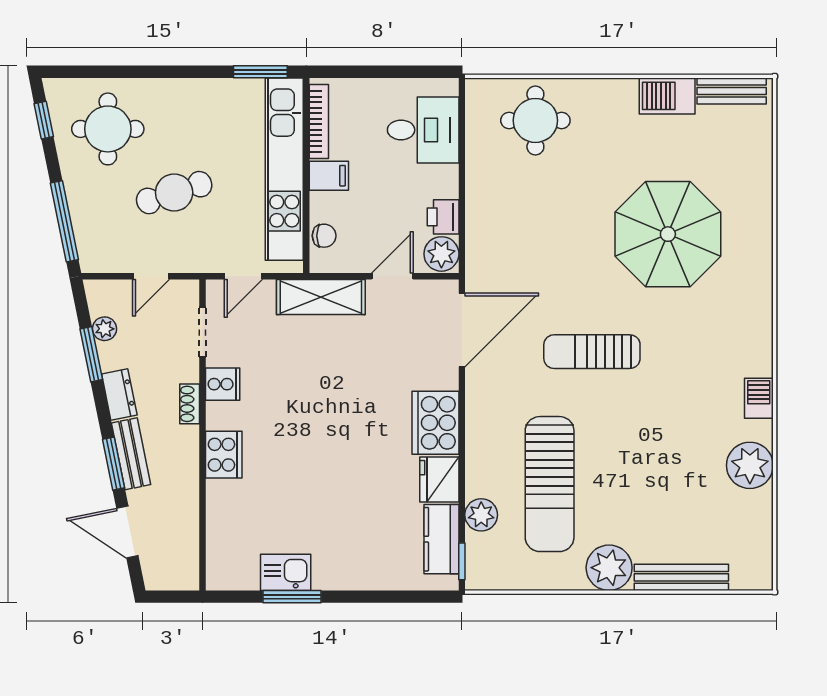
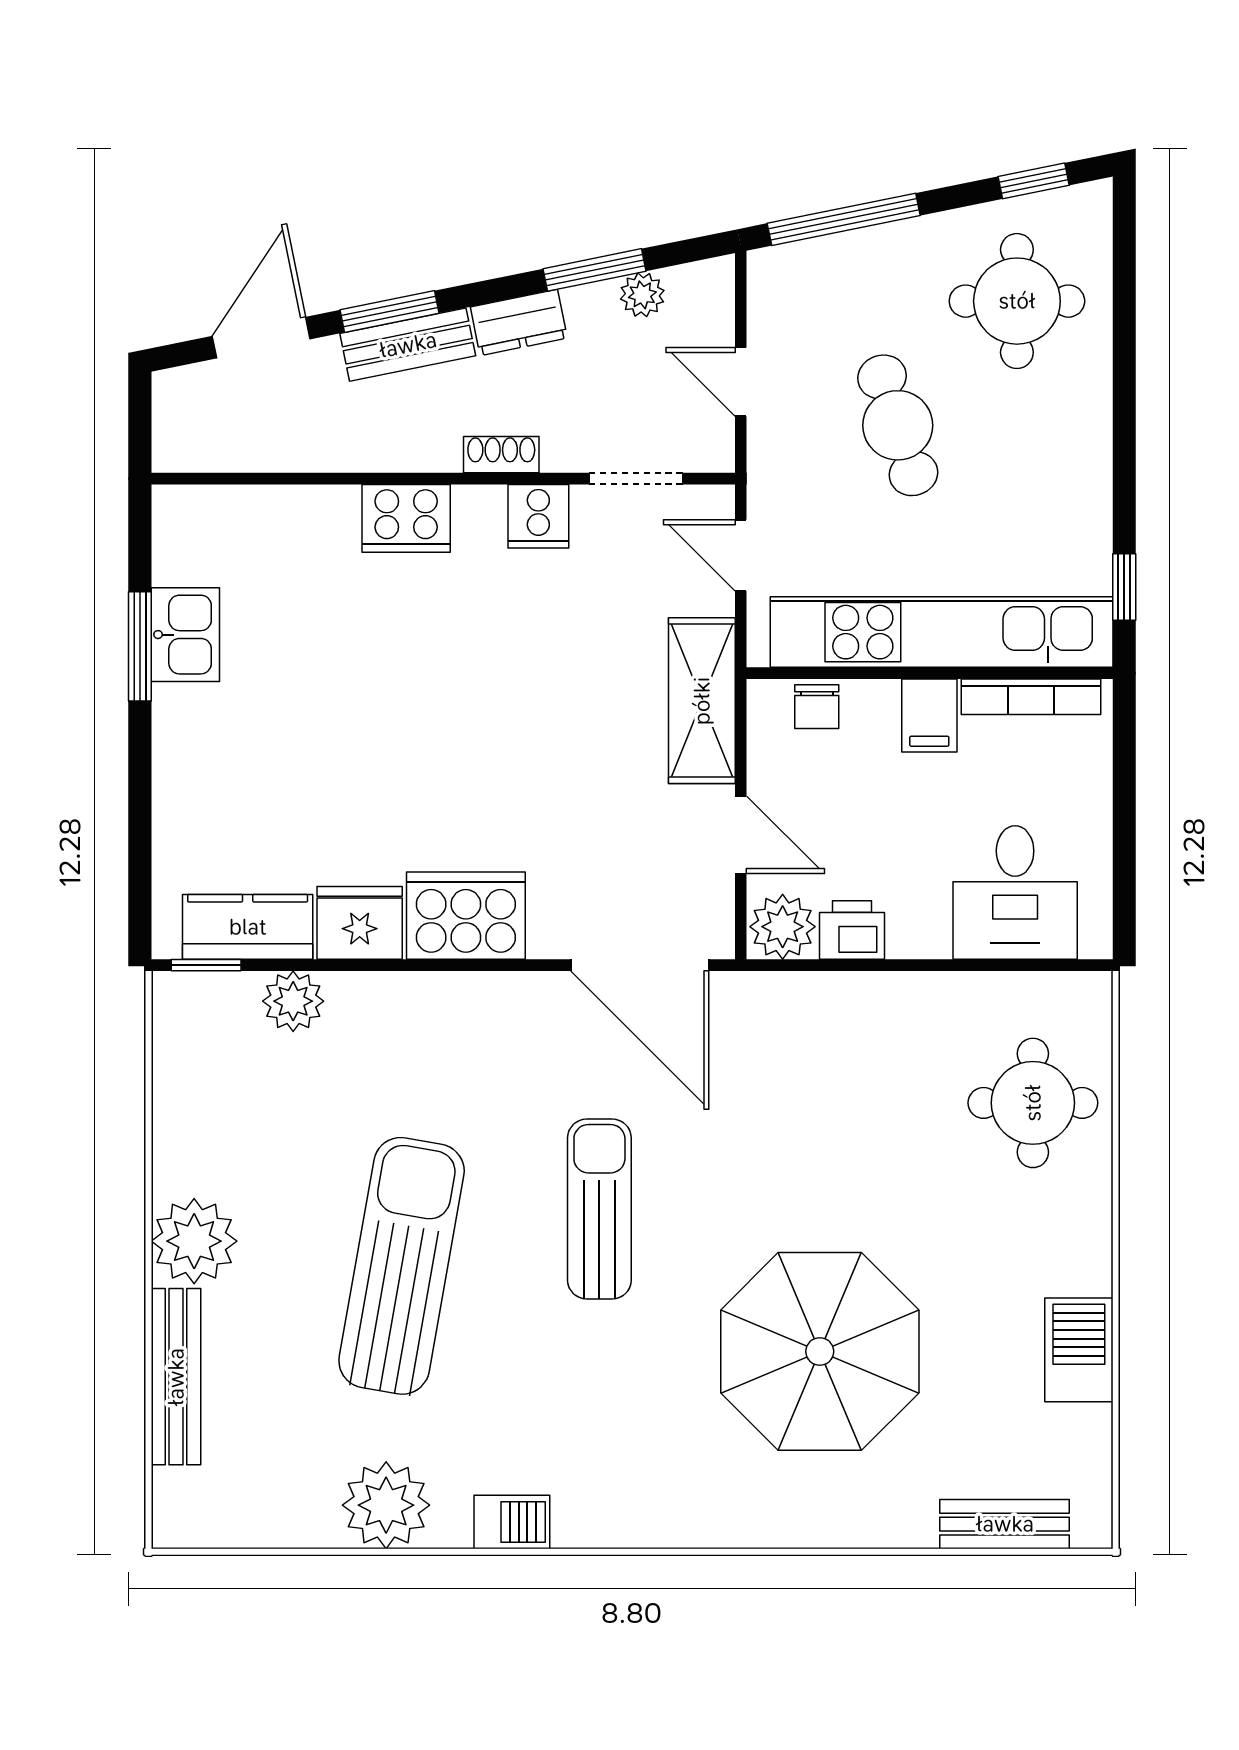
window: (260, 72) -> (1124, 587), width x0.67
bench: (732, 91) -> (1005, 1524), moved, turned 90
sun lounger: (550, 484) -> (402, 1266), moved, turned 100

